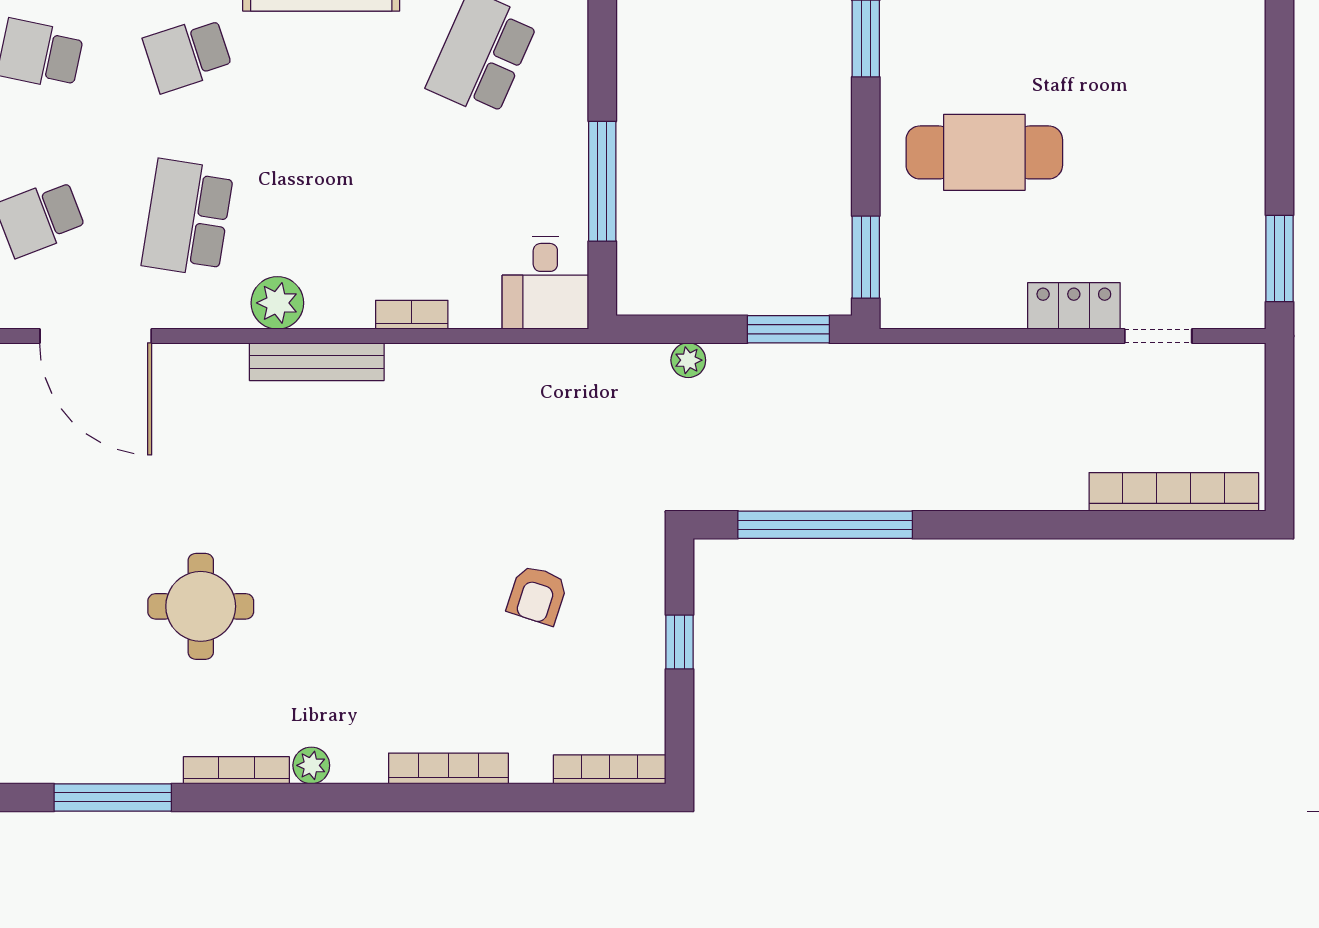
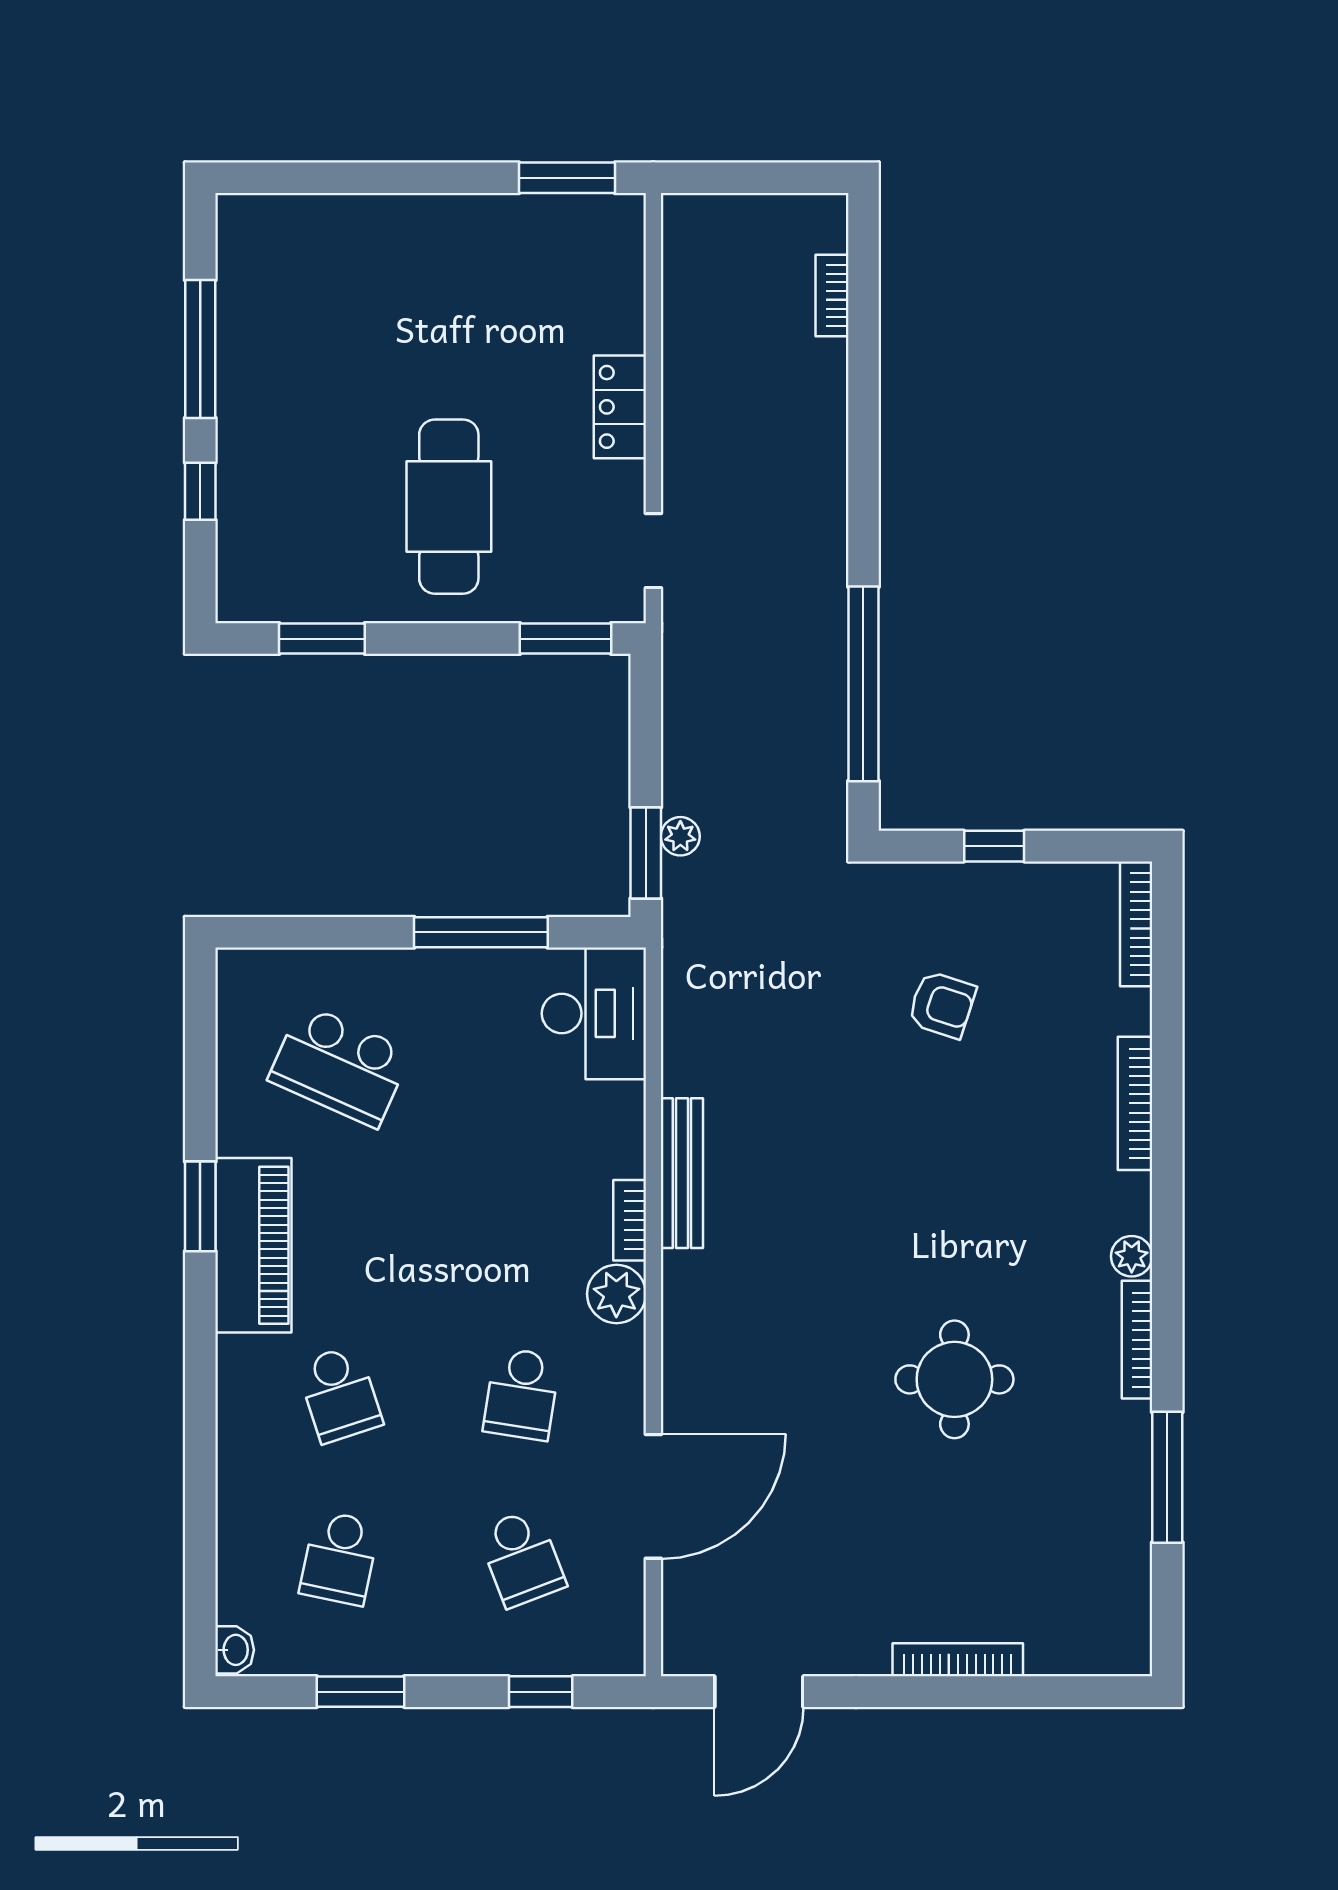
school desk: (188, 218) -> (522, 1394), width x0.54
desk: (545, 283) -> (594, 1013), width x1.37
bookcase: (412, 315) -> (630, 1220), moved
window: (788, 329) -> (646, 853), moved
doorway: (1158, 336) -> (653, 551), moved
bench: (317, 362) -> (682, 1173), moved
bookcase: (1174, 492) -> (832, 295), width x0.43, depth x0.76

